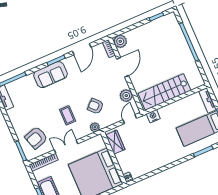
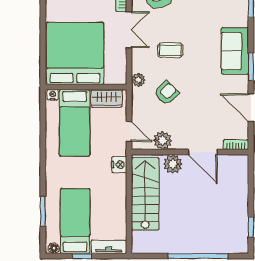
plant: (120, 41) -> (173, 164), moved
bed: (139, 155) -> (75, 123), added

